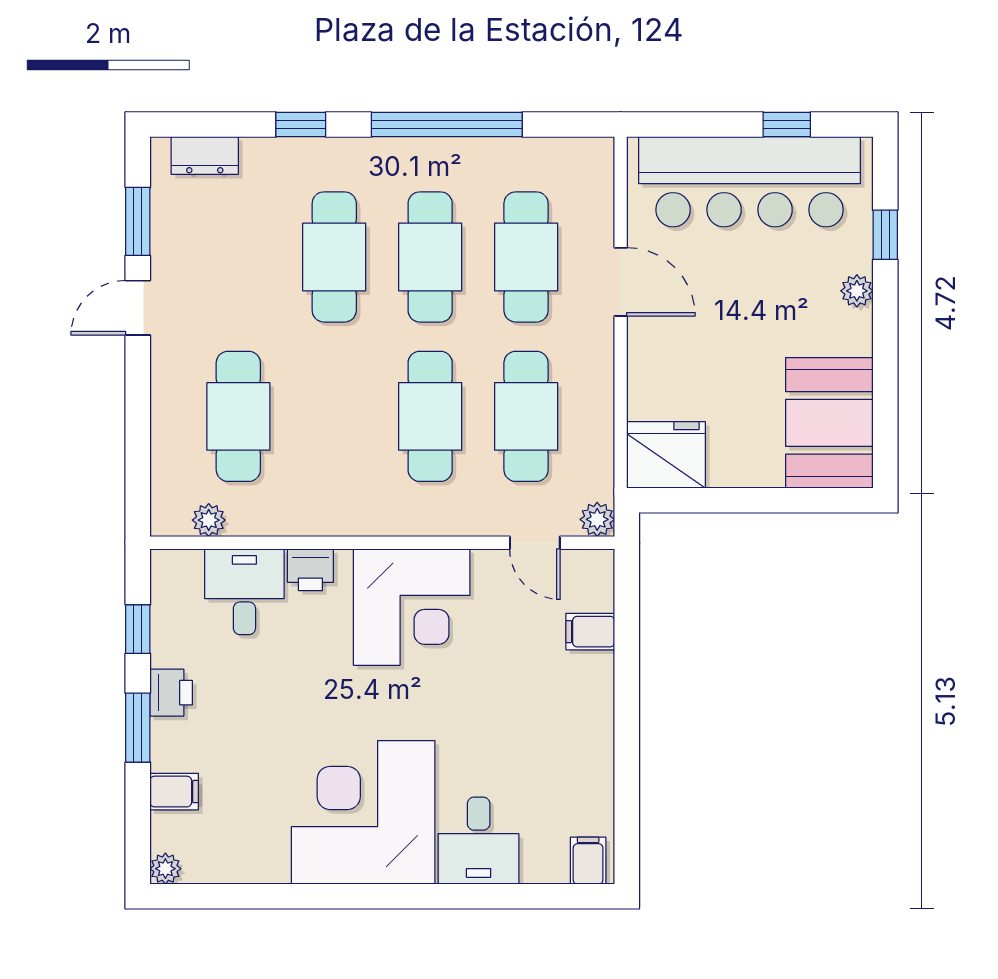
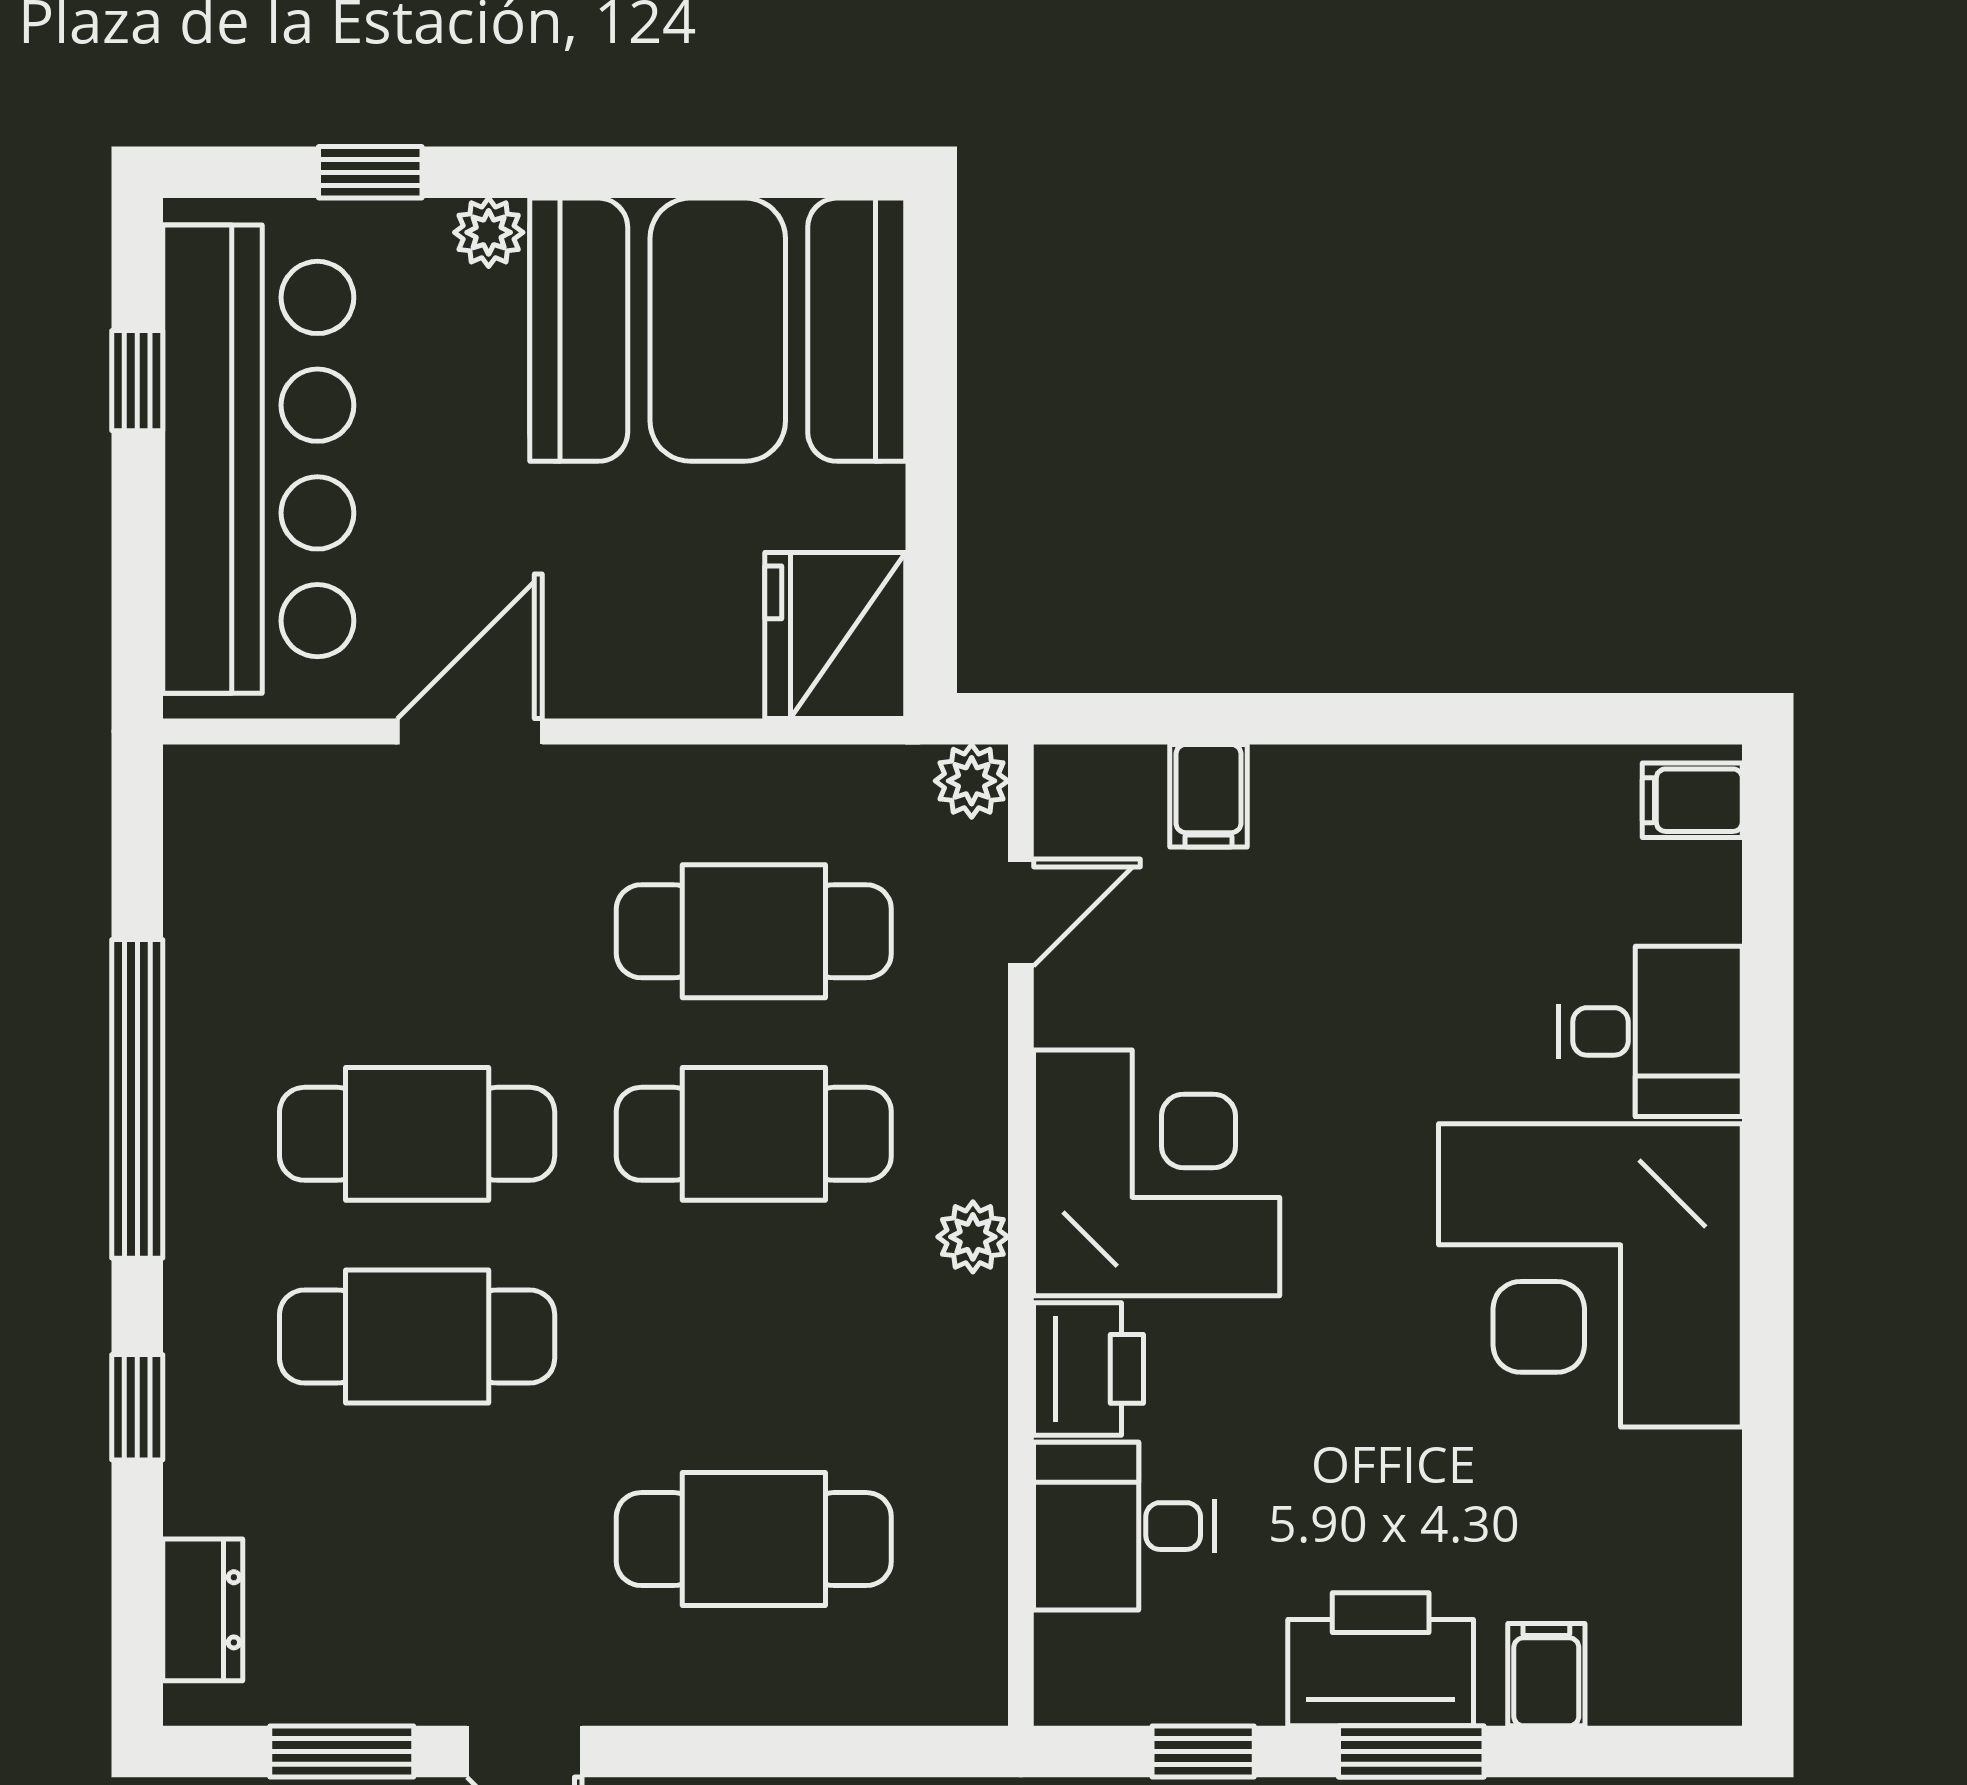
cafe table: (526, 257) -> (417, 931), removed
booth: (829, 423) -> (718, 330), width x1.36, depth x1.42
plant: (209, 520) -> (973, 1237), moved
printer: (310, 570) -> (1088, 1369), width x1.36, depth x1.24
printer: (171, 693) -> (1381, 1659), width x1.87, depth x1.48
plant: (165, 869) -> (1709, 1693), removed

